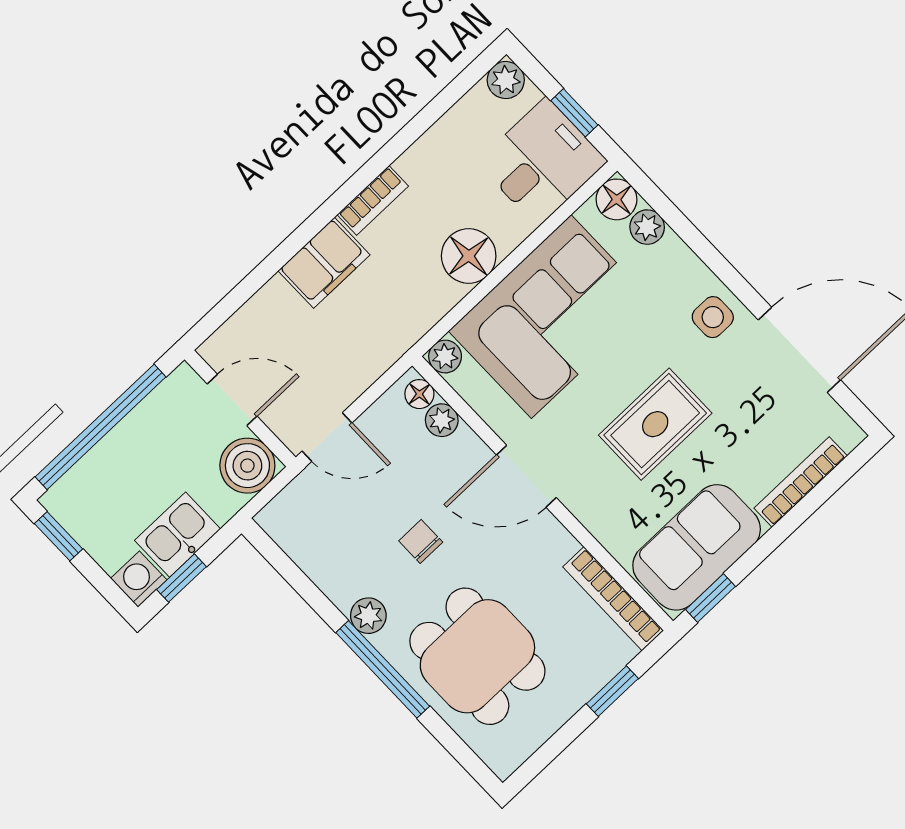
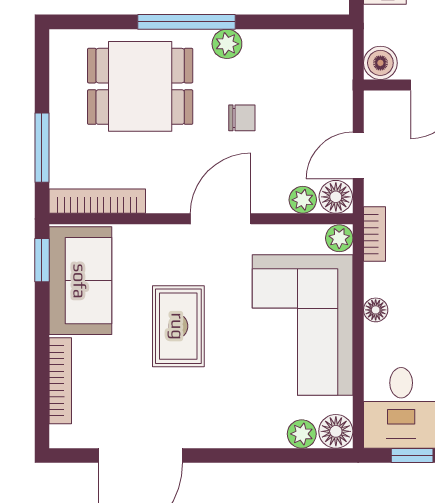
floor lamp: (469, 256) -> (376, 310), width x0.53, depth x0.53
side table: (713, 317) -> (210, 422), removed
bookcase: (412, 329) -> (375, 234), added
floor lamp: (419, 394) -> (336, 197), width x1.37, depth x1.37
door: (327, 437) -> (358, 155), moved
boiler: (247, 466) -> (380, 63), width x0.73, depth x0.73
window: (612, 691) -> (42, 148), width x1.50

